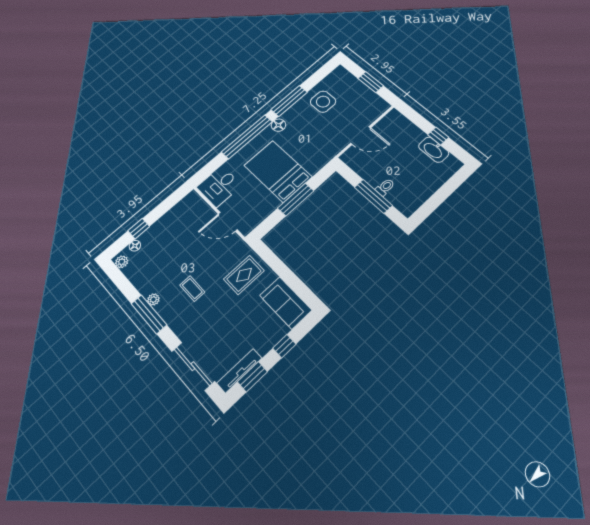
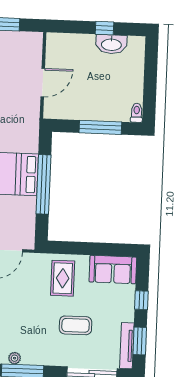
toilet: (385, 187) -> (137, 113), moved
window: (296, 200) -> (43, 184), width x1.46
coffee table: (192, 289) -> (76, 325), moved, width x1.36, depth x1.30

